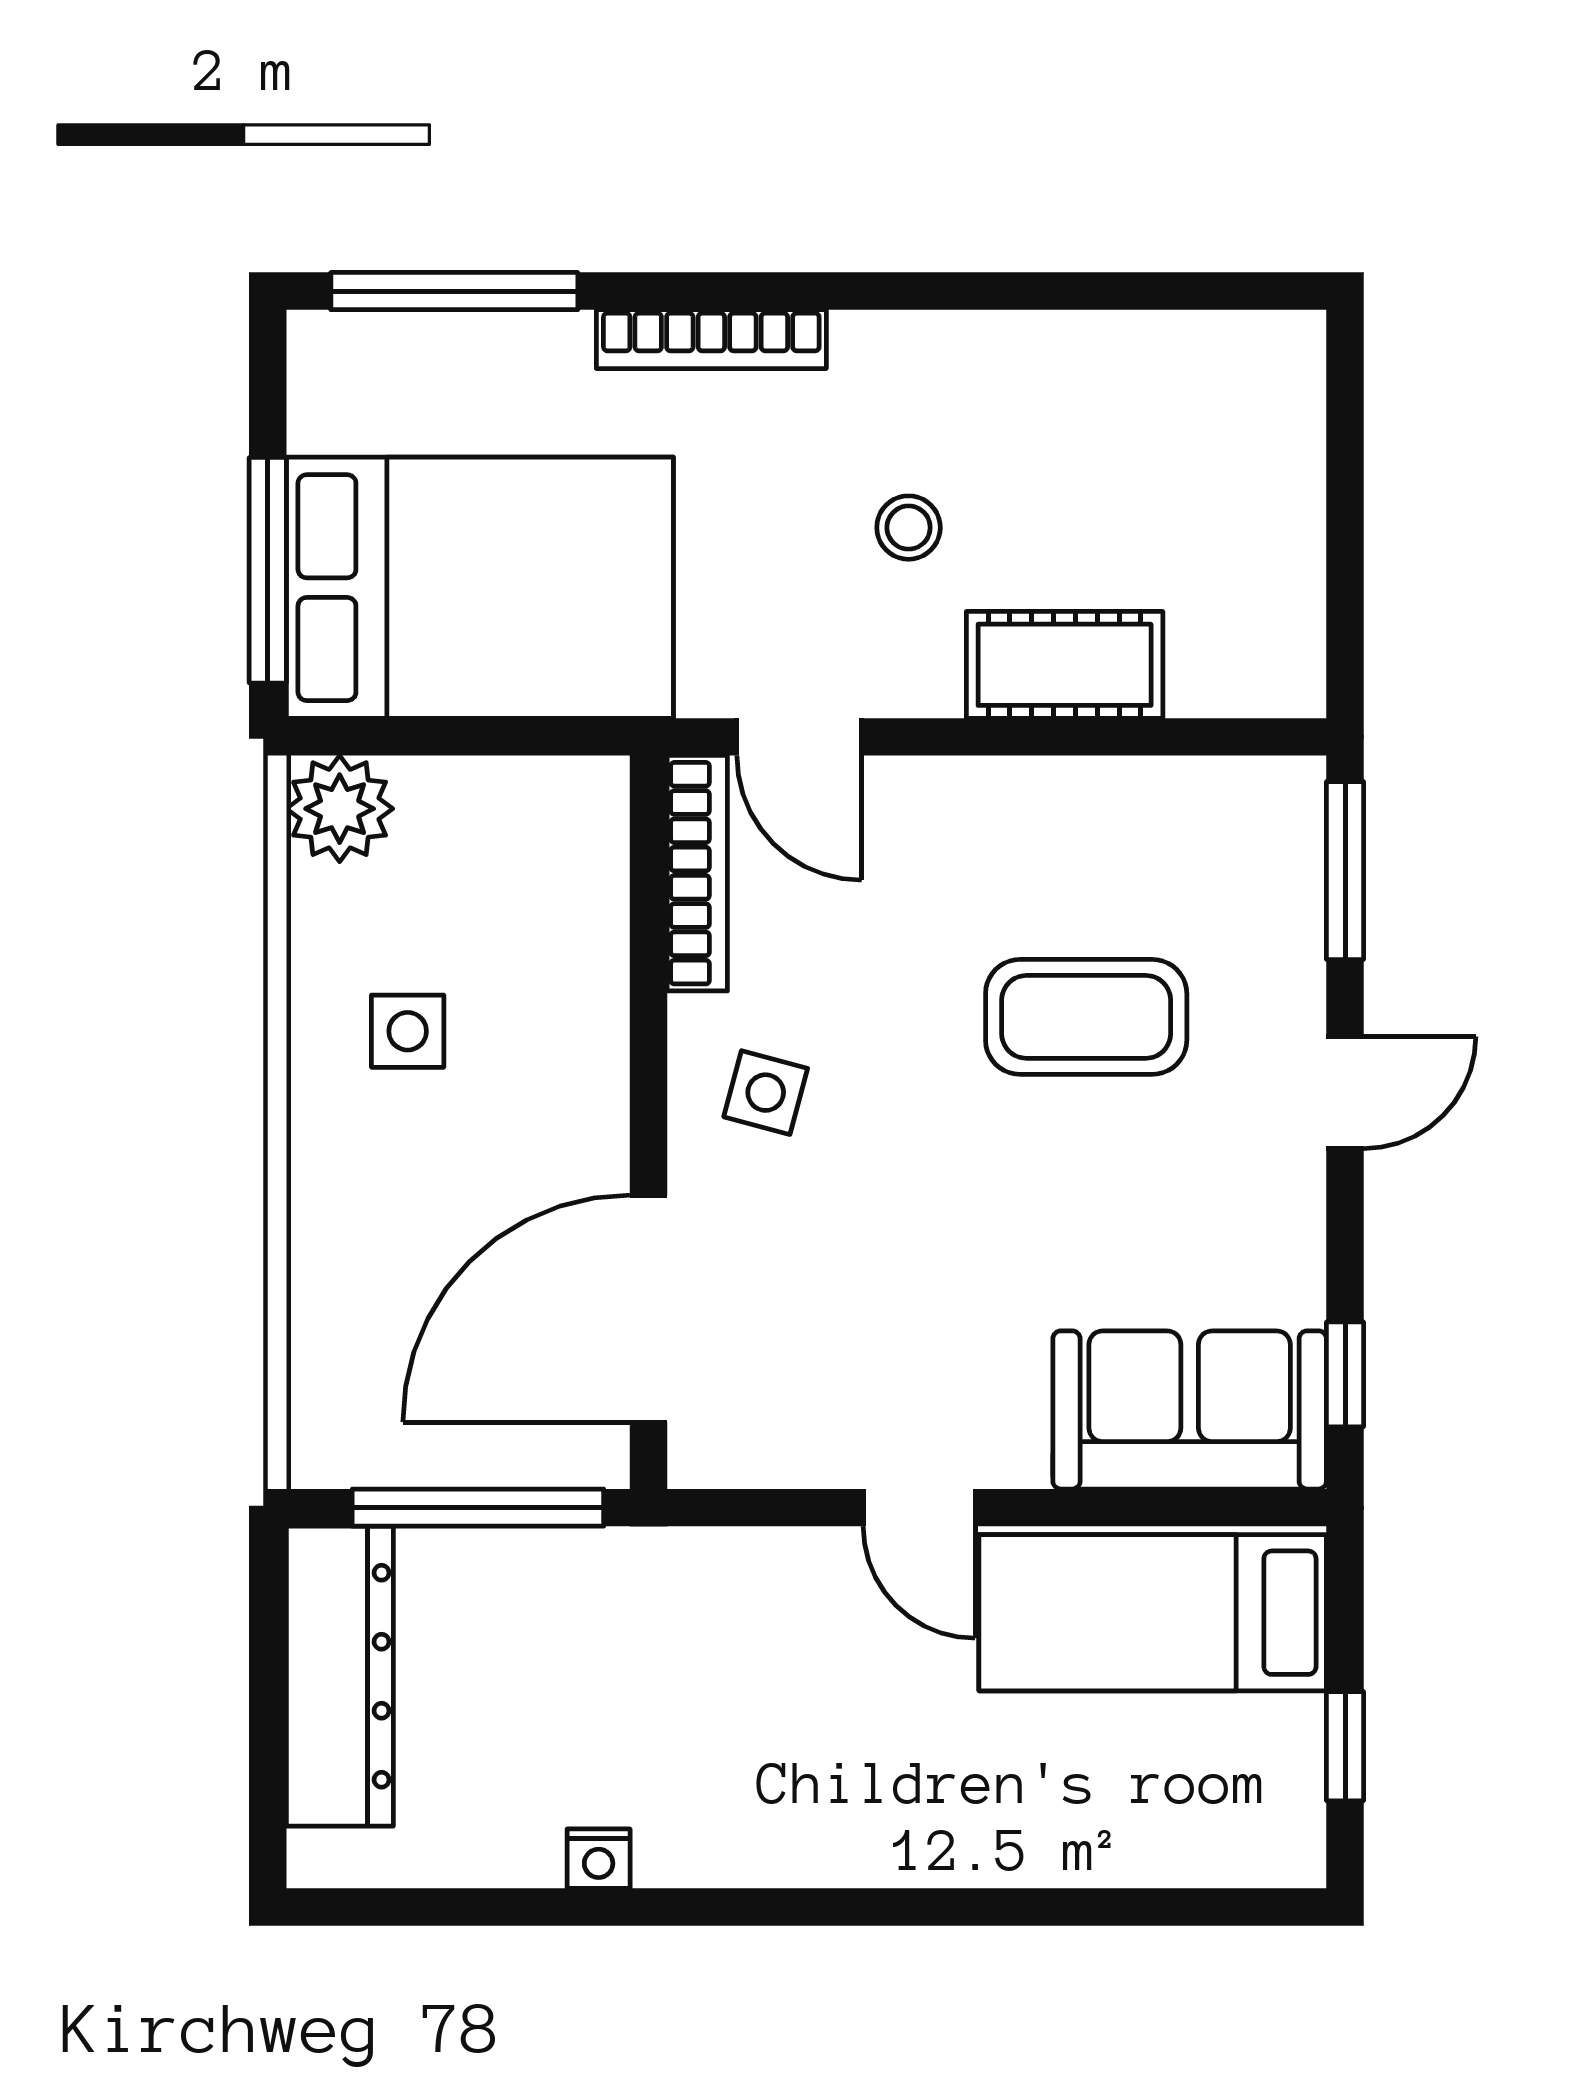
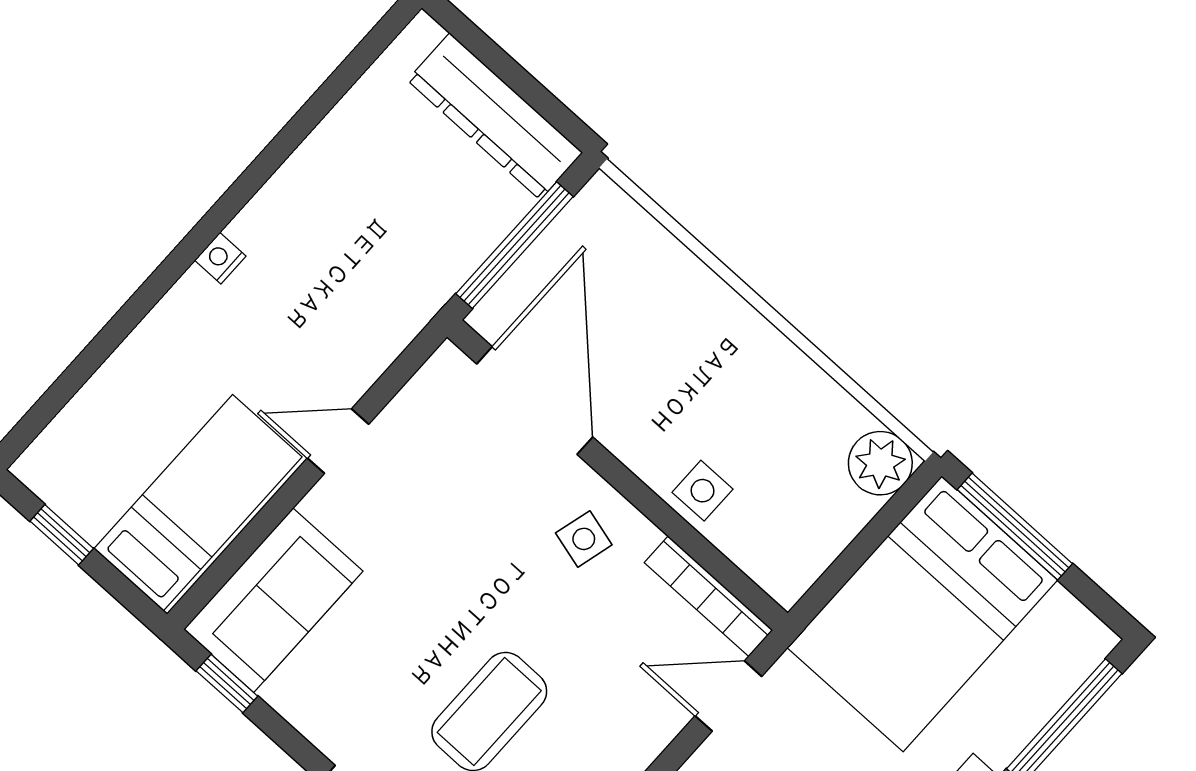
side table: (408, 1031) -> (702, 491), moved
nightstand: (599, 1859) -> (220, 258), moved

